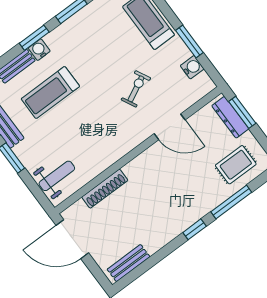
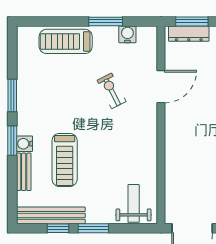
shoe rack: (105, 189) -> (171, 173), removed

